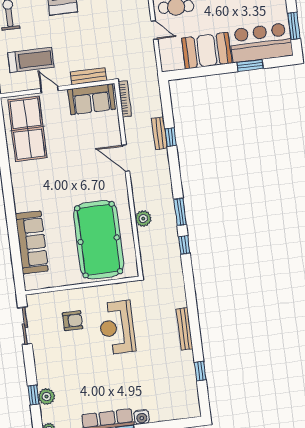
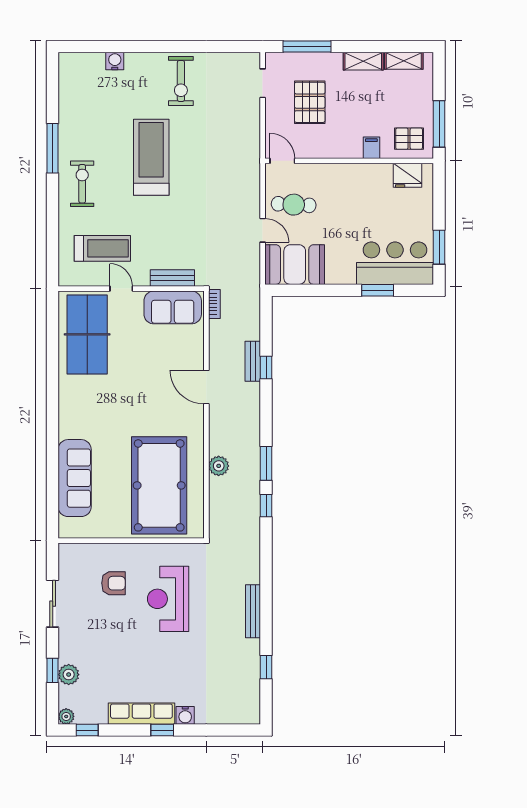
booth: (207, 51) -> (295, 265), moved
bookcase: (125, 99) -> (214, 304), width x0.64
sliding door: (25, 326) -> (53, 604), moved

